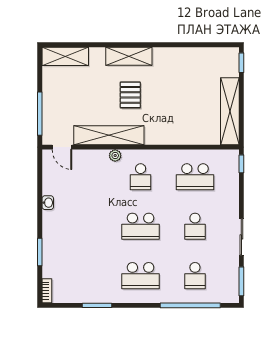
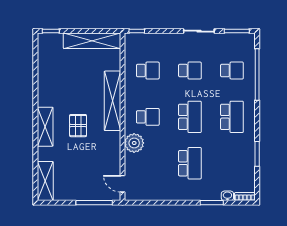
pallet: (130, 95) -> (78, 126), turned 90
shelving: (109, 135) -> (112, 101), moved
door: (62, 147) -> (123, 184), swing flipped
plant: (115, 156) -> (134, 143), width x1.88, depth x1.88
school desk: (195, 177) -> (148, 71), width x0.54
washbasin: (48, 203) -> (227, 196), moved
school desk: (86, 226) -> (190, 163), added

